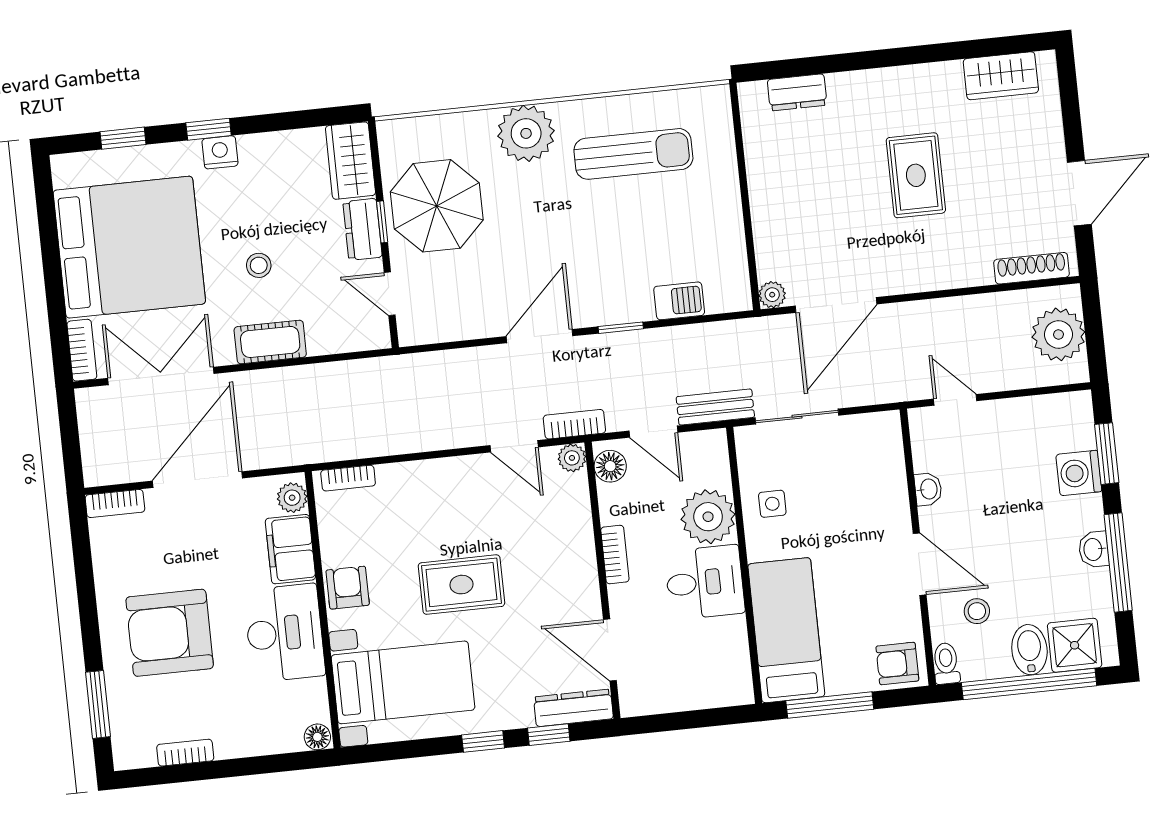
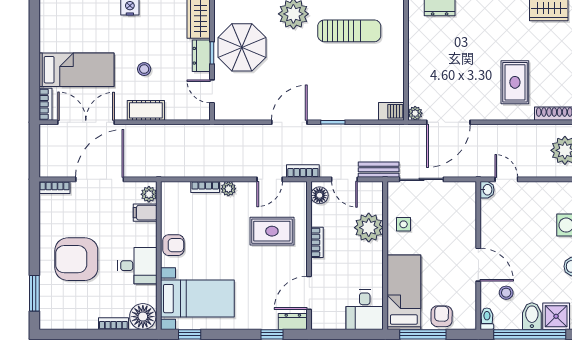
rug: (916, 175) -> (515, 82), moved
bed: (129, 247) -> (76, 70), width x0.49
barbecue: (679, 301) -> (391, 111), moved
door: (514, 446) -> (270, 179), hinge flipped
plant: (572, 458) -> (228, 189), moved
bookcase: (348, 478) -> (205, 187), moved
washbasin: (928, 489) -> (487, 190), moved
filing cabinet: (290, 549) -> (145, 213), width x0.50
desk: (705, 582) -> (365, 310), moved, turned 90
rug: (461, 585) -> (272, 231), moved
armchair: (348, 588) -> (173, 245), turned 90
desk: (284, 633) -> (137, 266), width x0.73
door: (610, 650) -> (309, 293), hinge flipped
armchair: (897, 663) -> (442, 316), moved, turned 91
dresser: (573, 708) -> (293, 322), width x0.70
floor lamp: (317, 737) -> (143, 317), width x1.89, depth x1.89
window: (483, 741) -> (190, 334), moved
bookcase: (185, 753) -> (113, 324), moved

